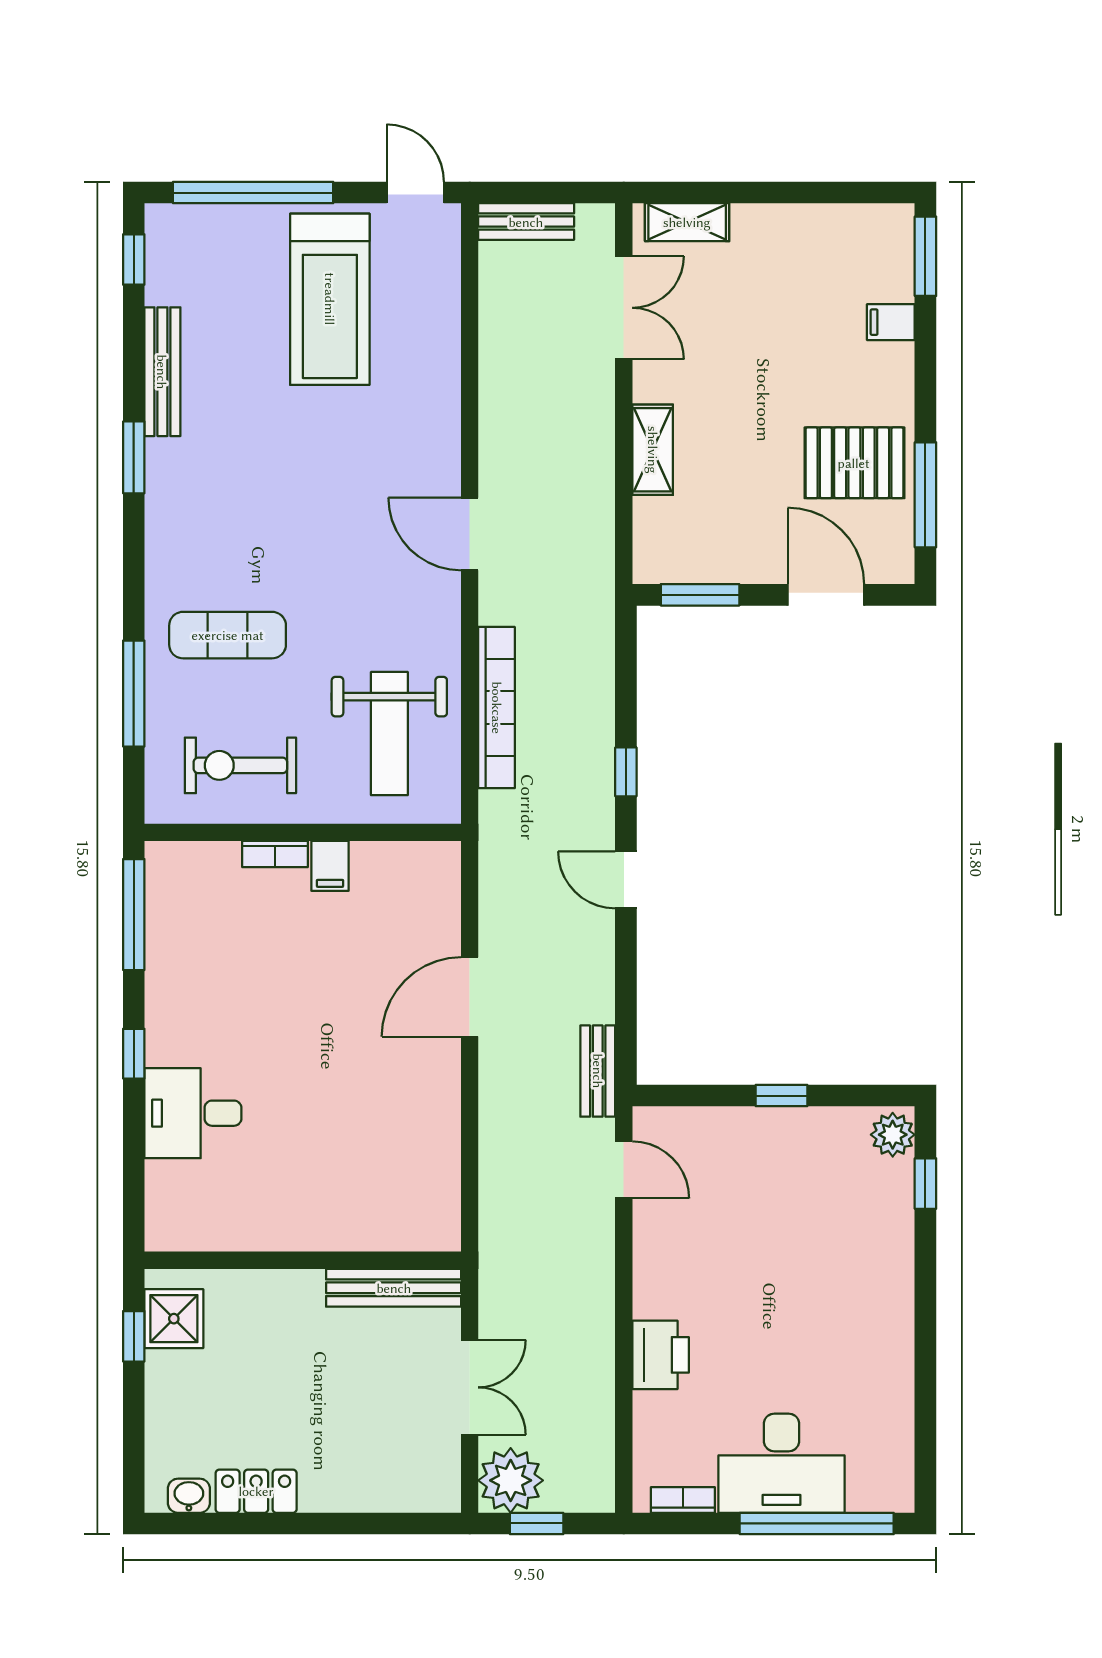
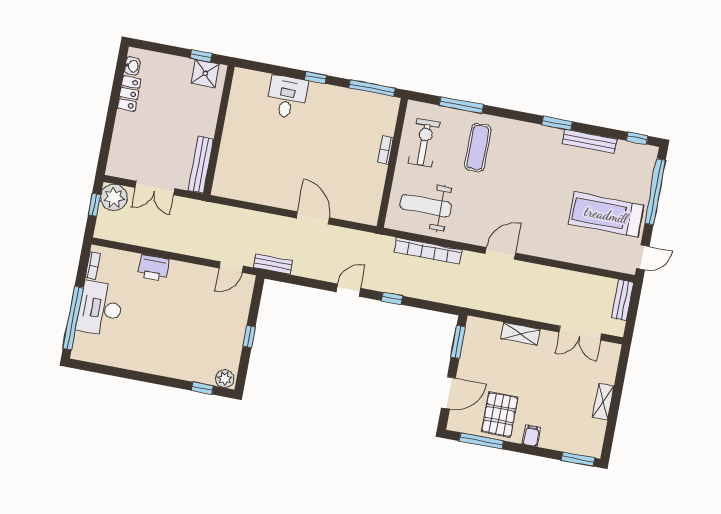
shelving: (687, 222) -> (603, 402), moved
filing cabinet: (891, 322) -> (531, 436), moved
filing cabinet: (330, 866) -> (377, 171), removed

